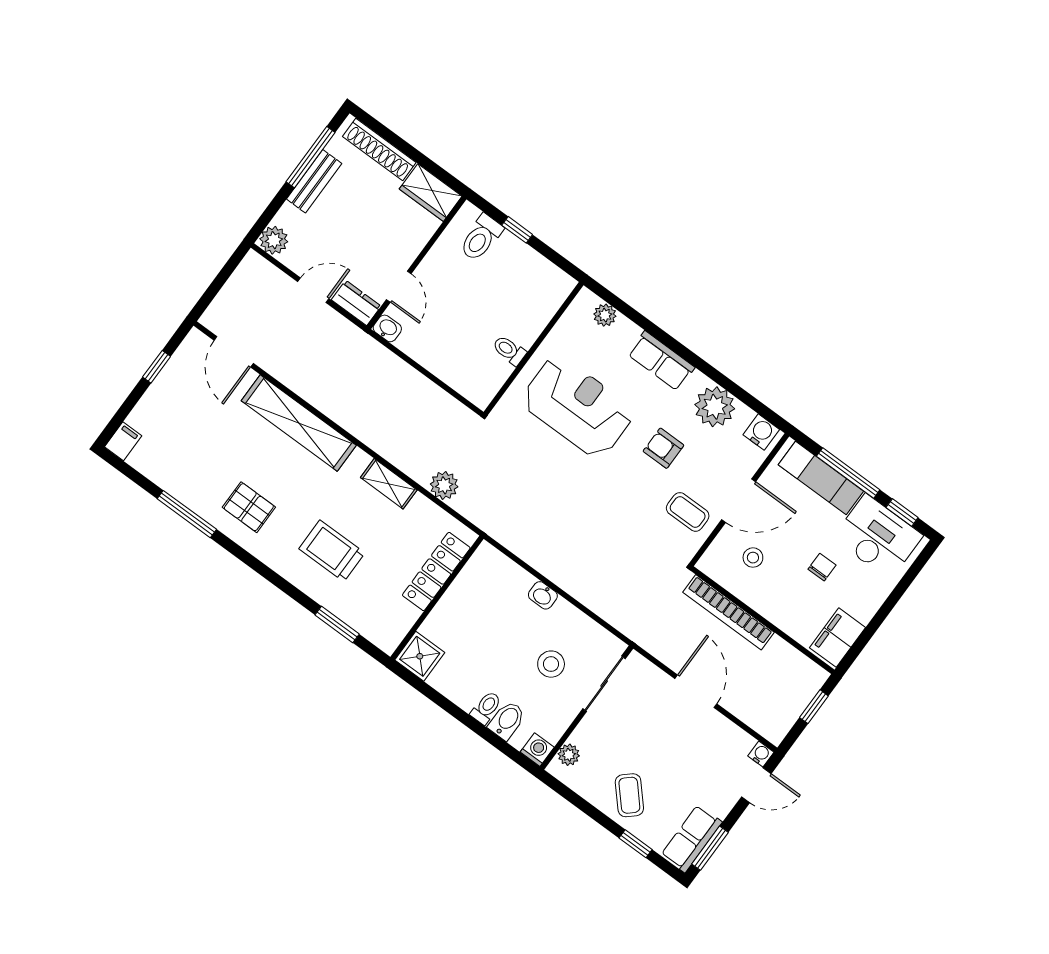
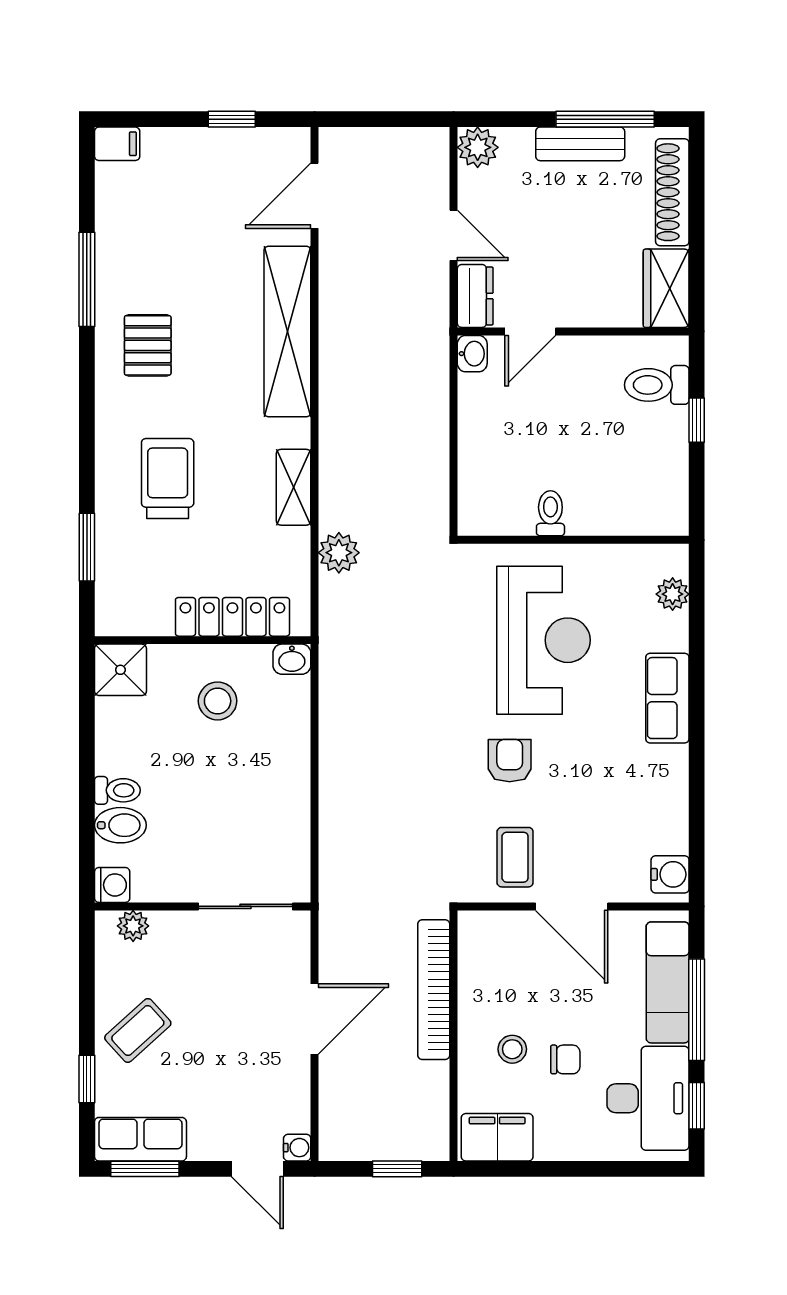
plant: (715, 407) -> (660, 799), removed
armchair: (663, 448) -> (510, 761), moved
stool: (753, 558) -> (512, 1049), moved
washbasin: (543, 595) -> (292, 659), moved, turned -90
stool: (551, 664) -> (218, 701), moved

